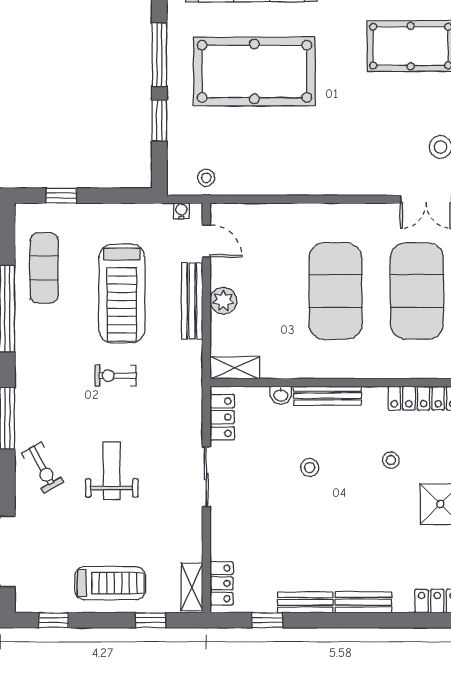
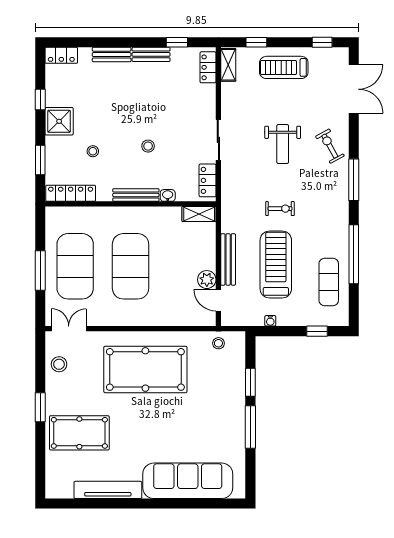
pool table: (254, 71) -> (145, 369), moved
water cooler: (181, 211) -> (270, 321), moved
plant: (223, 301) -> (207, 280), moved

